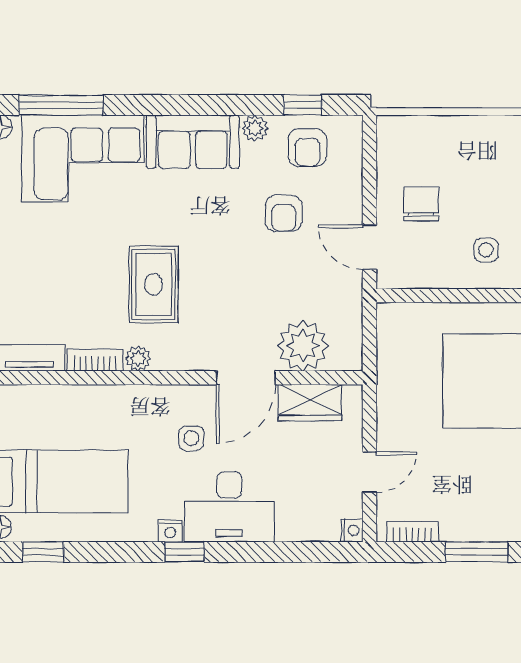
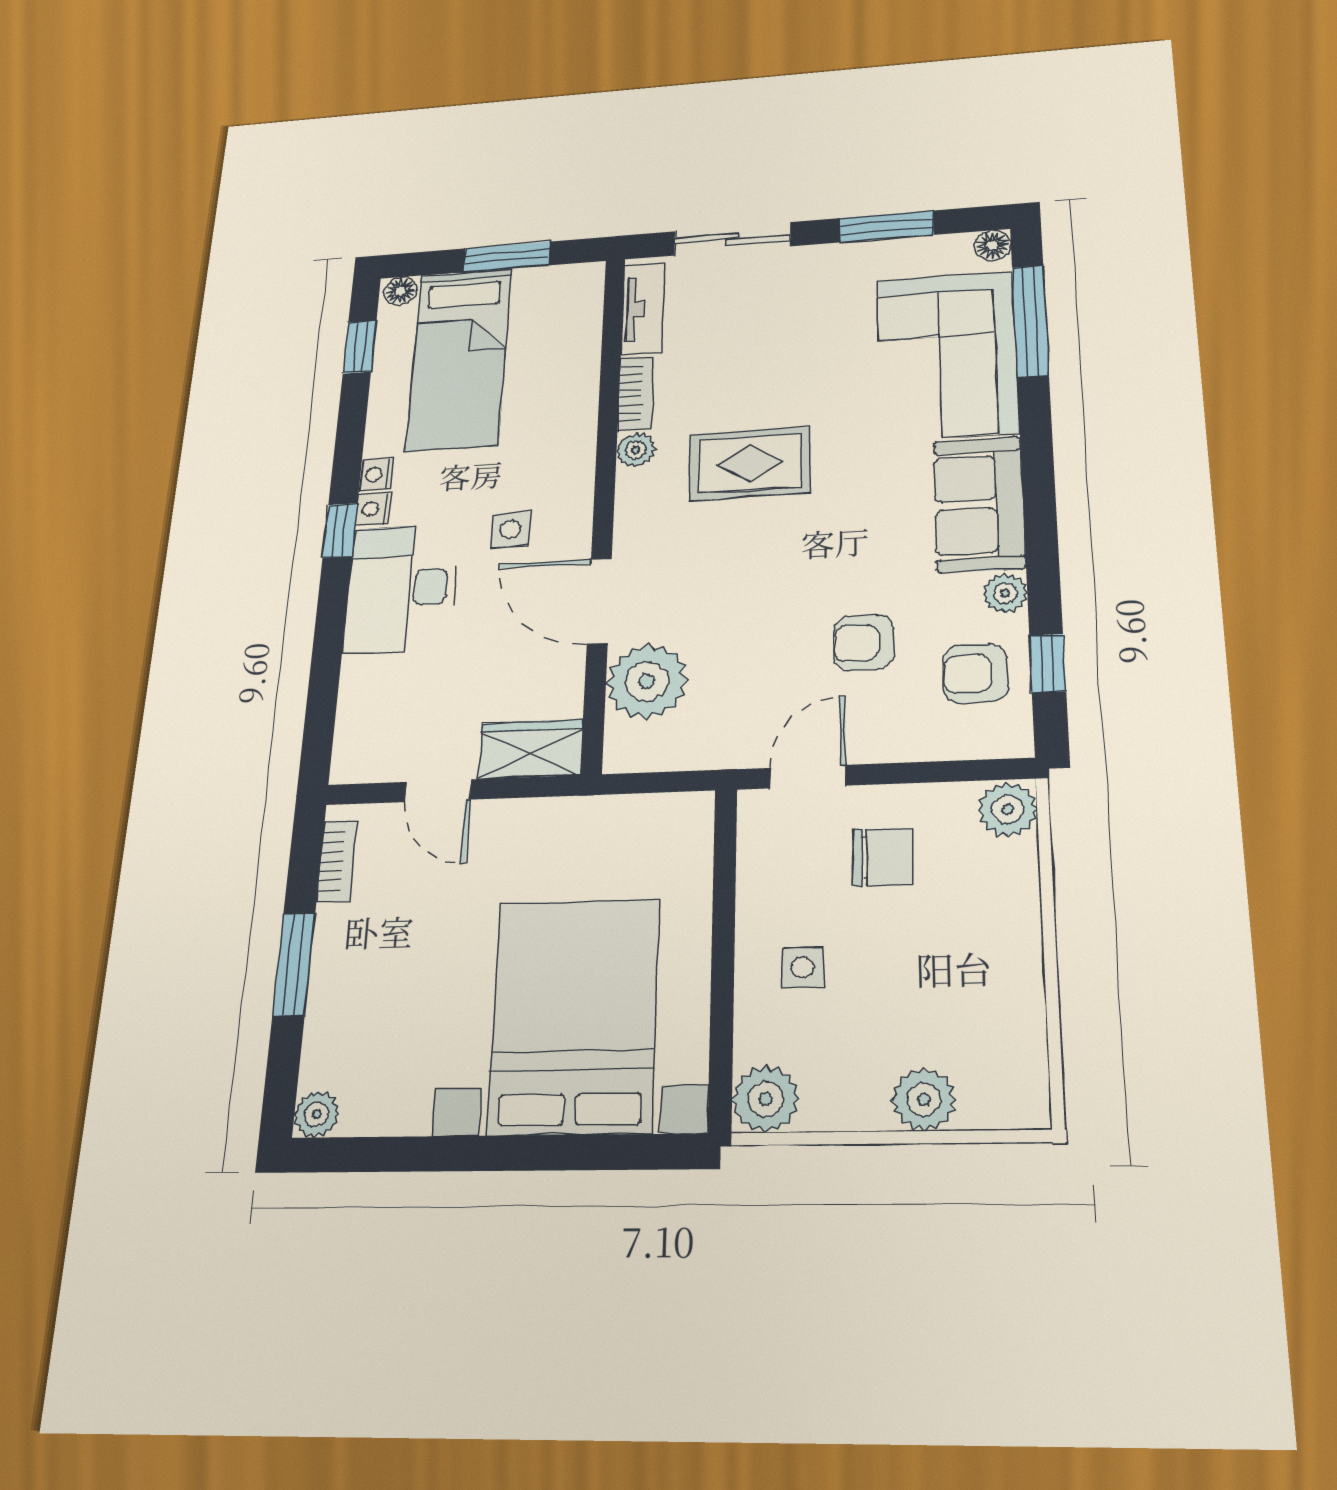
plant: (395, 132) -> (1007, 809), added
wardrobe: (310, 403) -> (531, 749), moved, turned 90
nightstand: (352, 530) -> (376, 474), moved, turned 90

